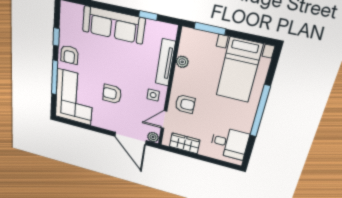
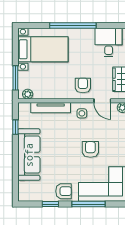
plant: (182, 62) -> (28, 94), moved
armchair: (112, 94) -> (90, 149), turned 180

